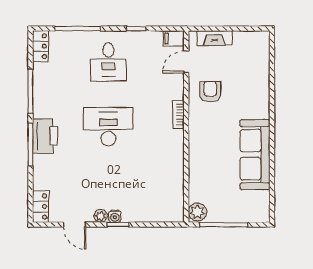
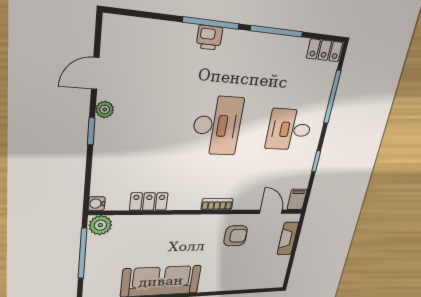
printer: (45, 136) -> (209, 38), width x0.53, depth x0.68
locker: (41, 206) -> (149, 201), moved, turned 180
water cooler: (115, 216) -> (97, 204), moved

